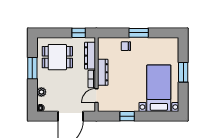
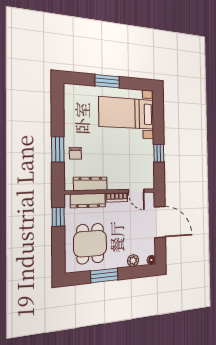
window: (139, 33) -> (58, 149), moved
dresser: (103, 72) -> (90, 184), moved

